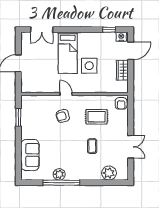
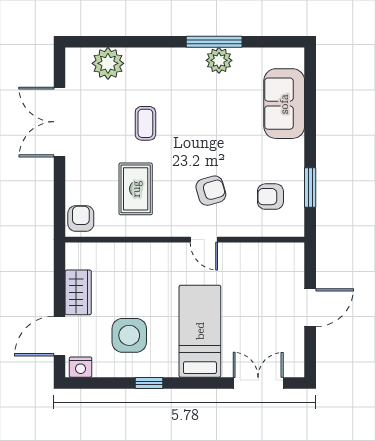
window: (109, 30) -> (149, 383), moved
side table: (89, 66) -> (129, 335), moved
armchair: (36, 113) -> (270, 197), added
rug: (97, 117) -> (136, 189), turned 90
double door: (131, 147) -> (60, 122), width x1.37
window: (61, 183) -> (214, 42), width x0.68

